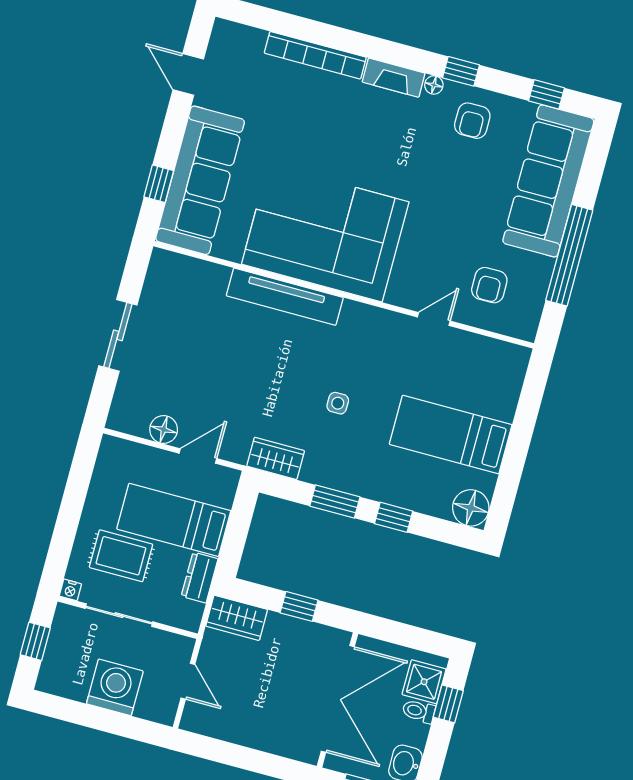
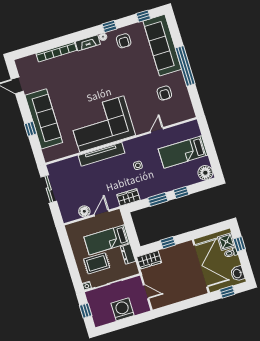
corner sofa: (325, 233) -> (102, 124), moved
wall: (344, 295) -> (121, 141), moved
tv unit: (285, 297) -> (101, 154), moved
door: (434, 319) -> (157, 130), moved

